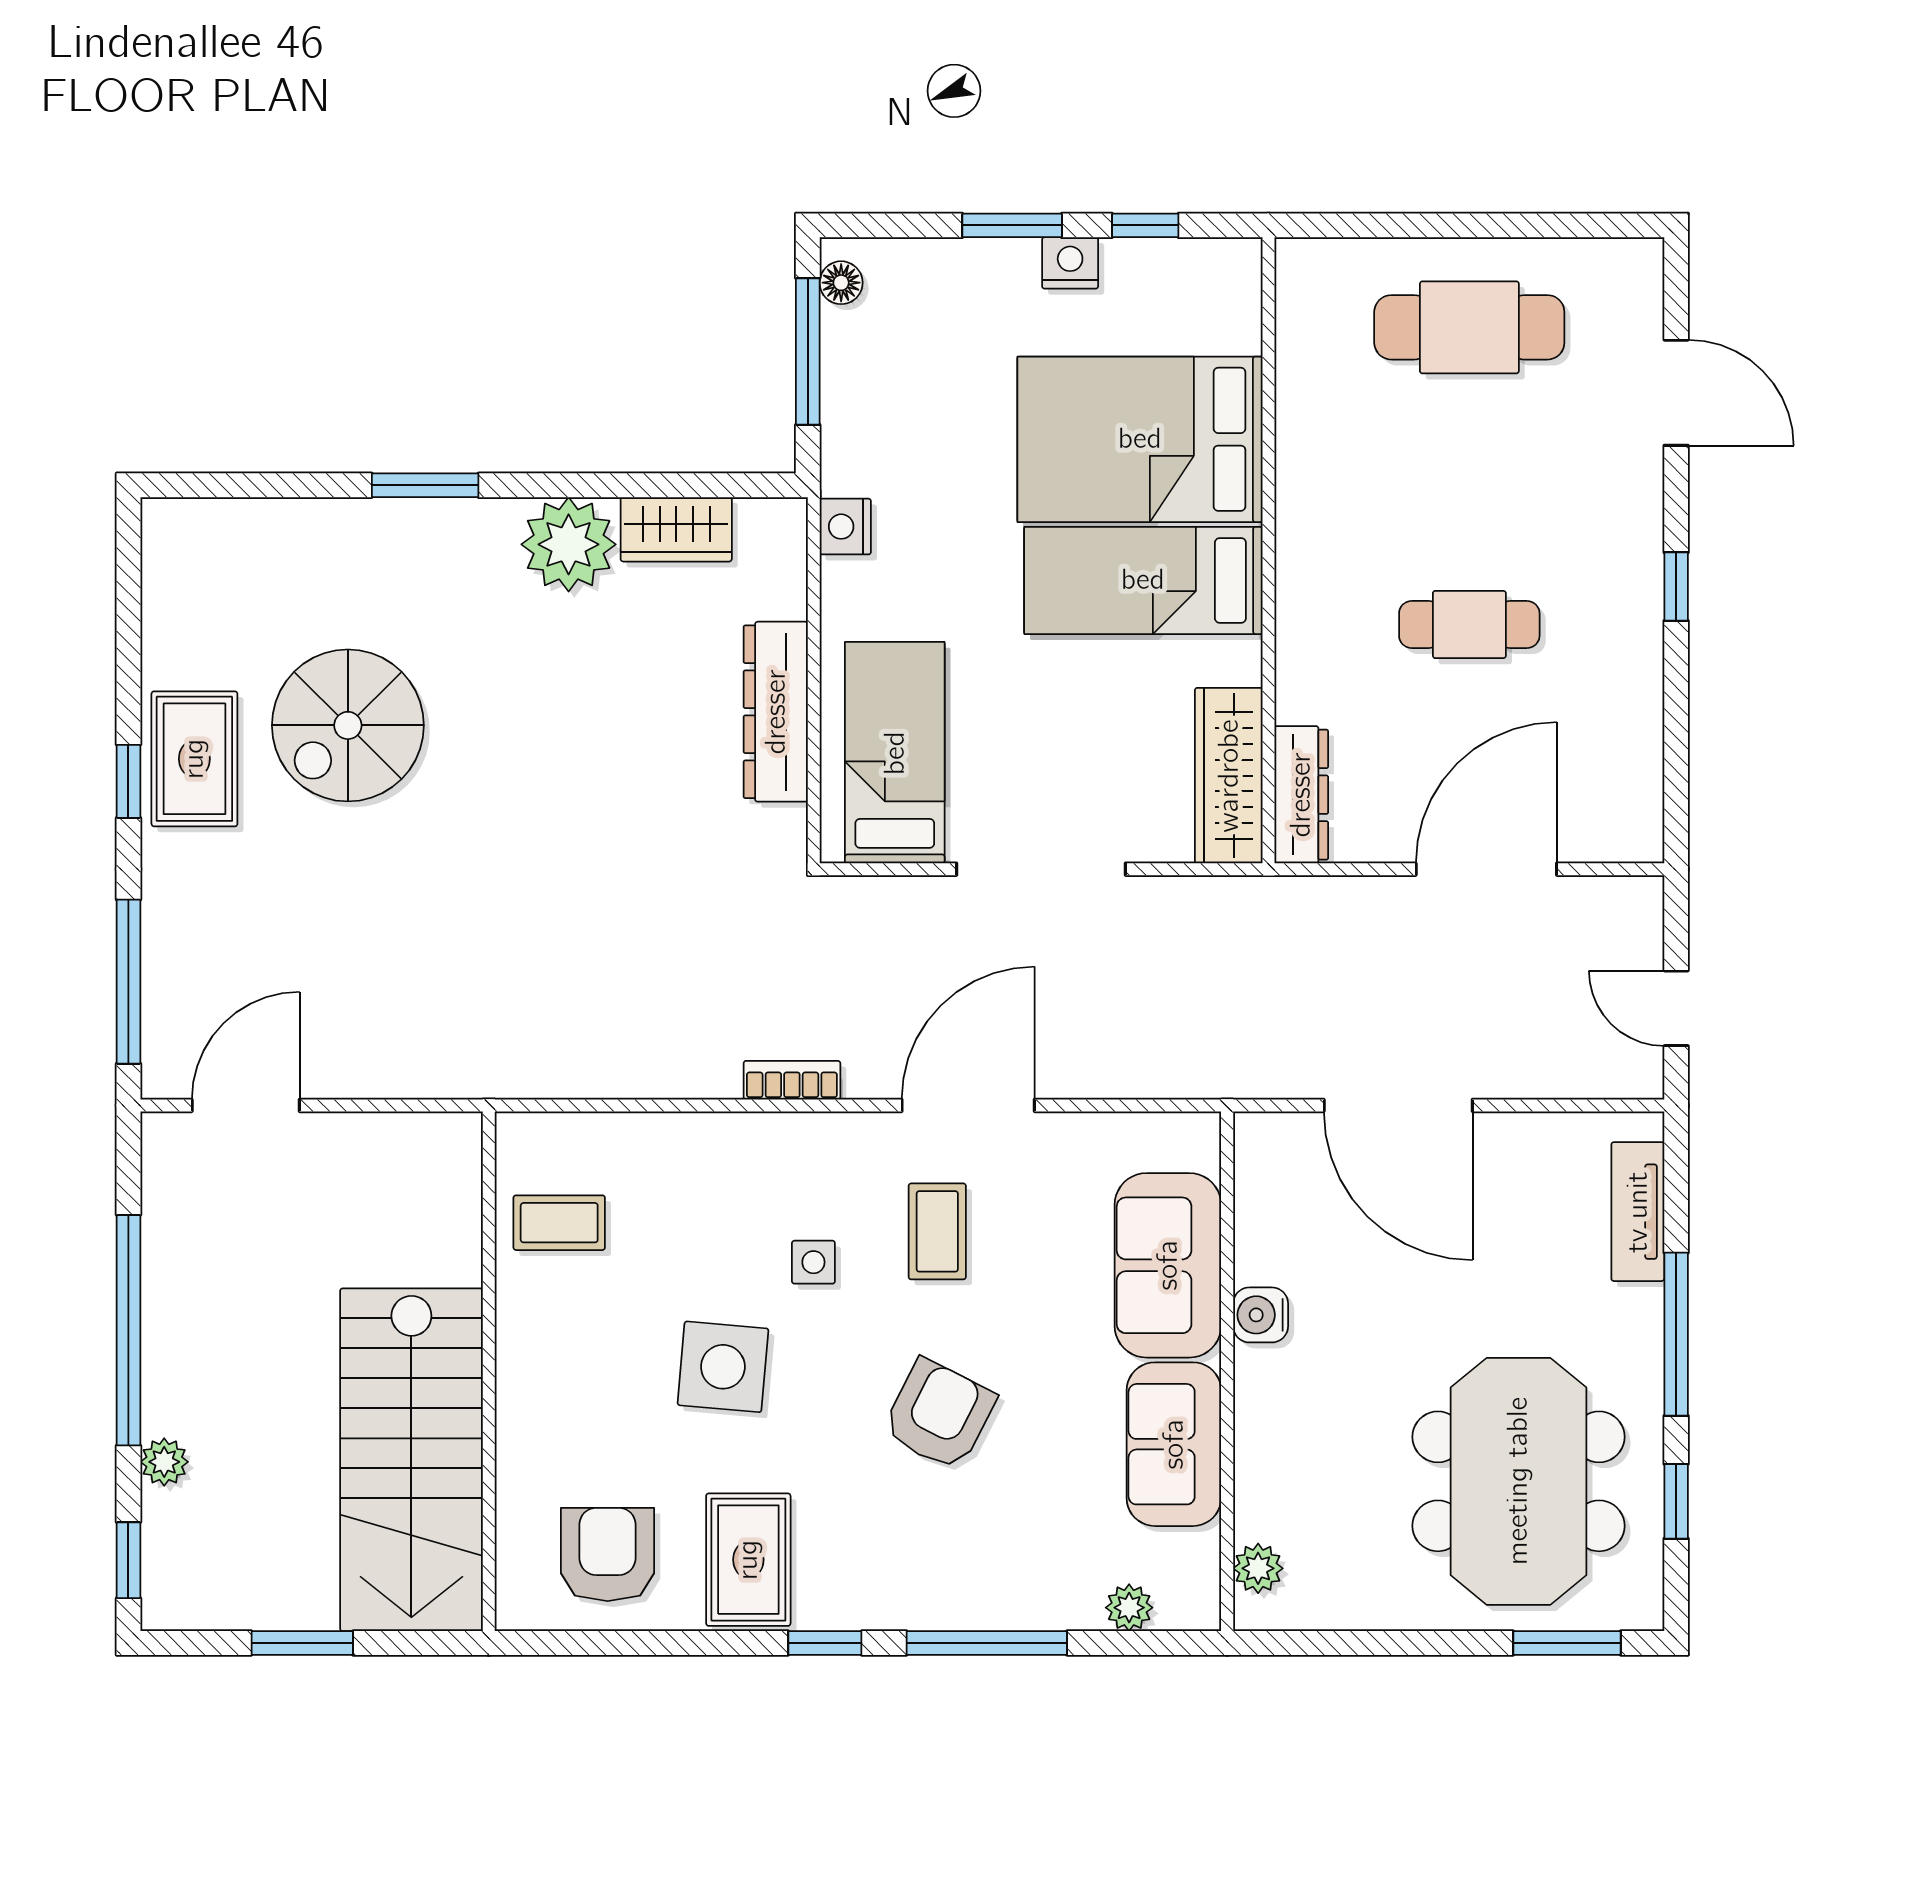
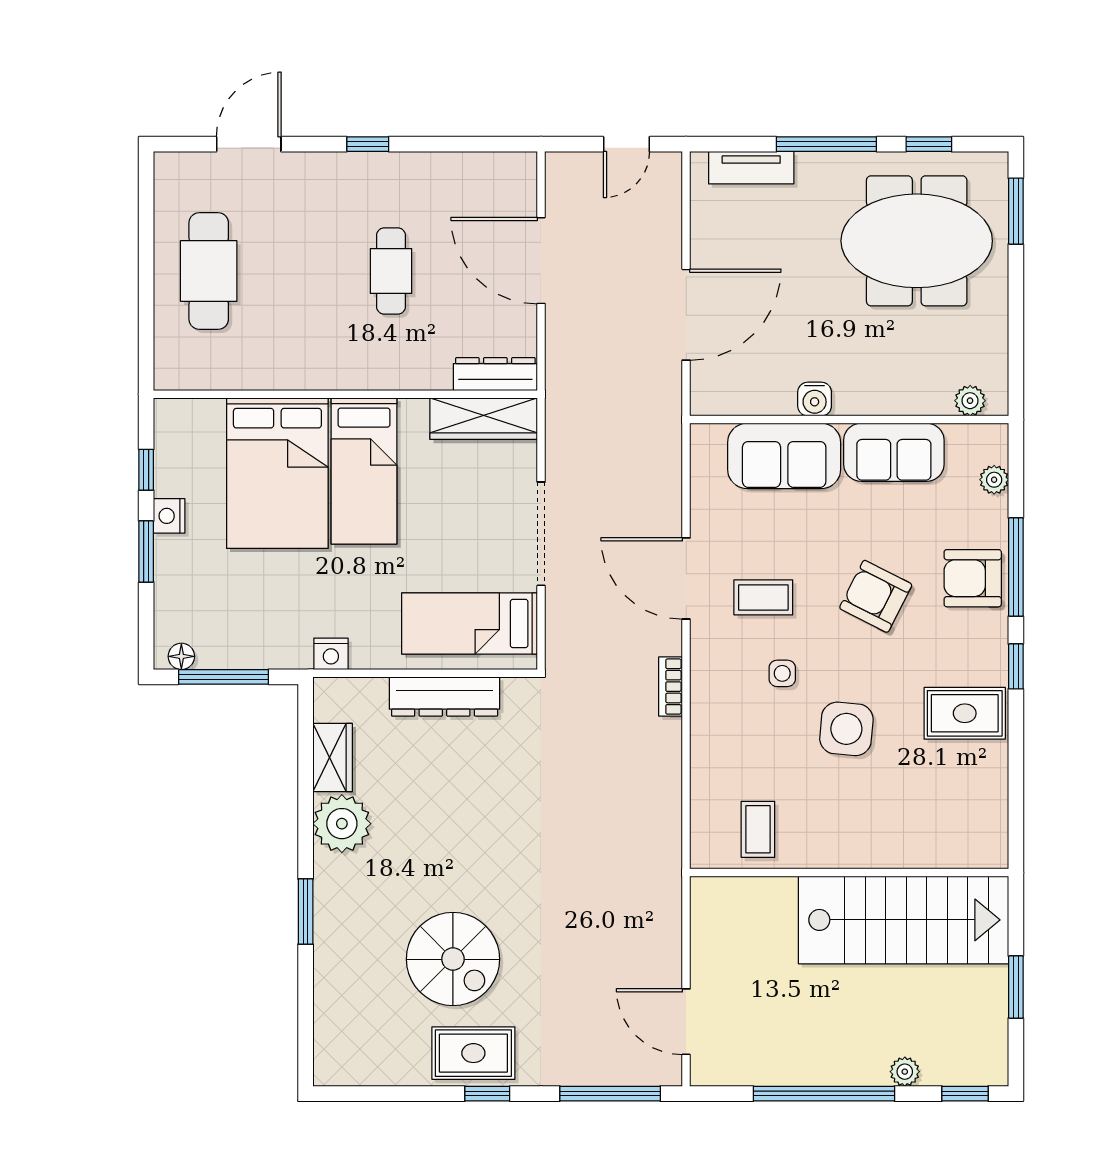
armchair: (608, 1555) -> (973, 578), moved

